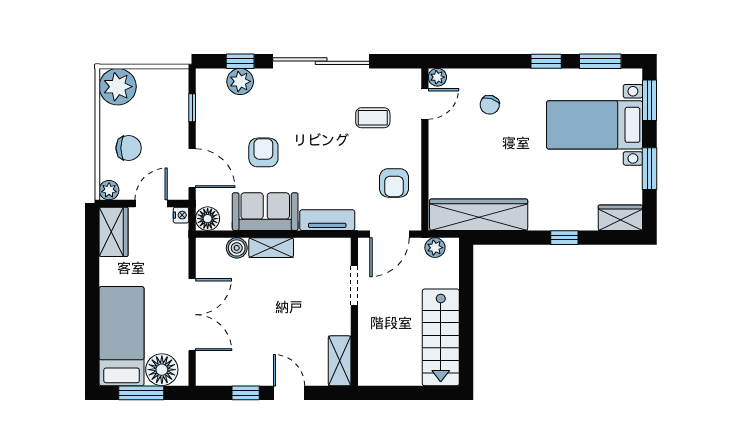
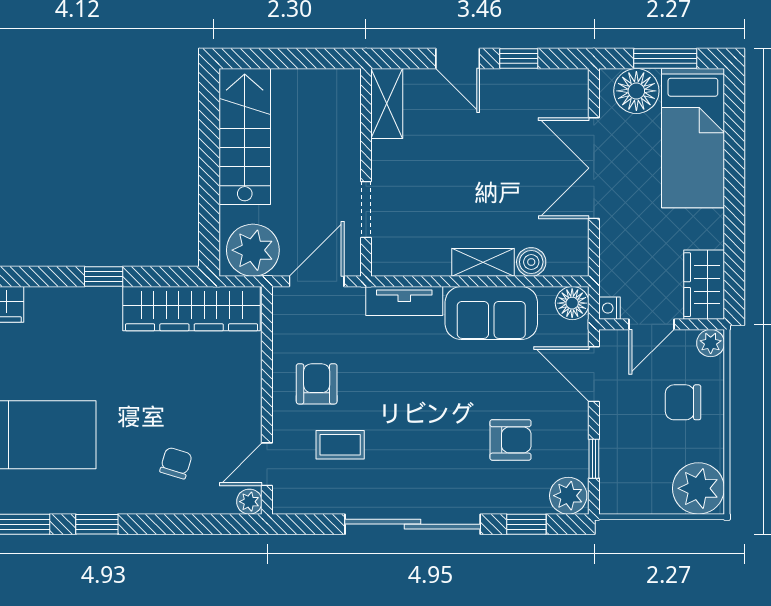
plant: (240, 81) -> (568, 496), moved
armchair: (263, 152) -> (511, 440), moved, turned -90
armchair: (394, 183) -> (317, 384), moved
window: (564, 238) -> (104, 276), moved
plant: (435, 248) -> (253, 250), width x1.88, depth x1.88

